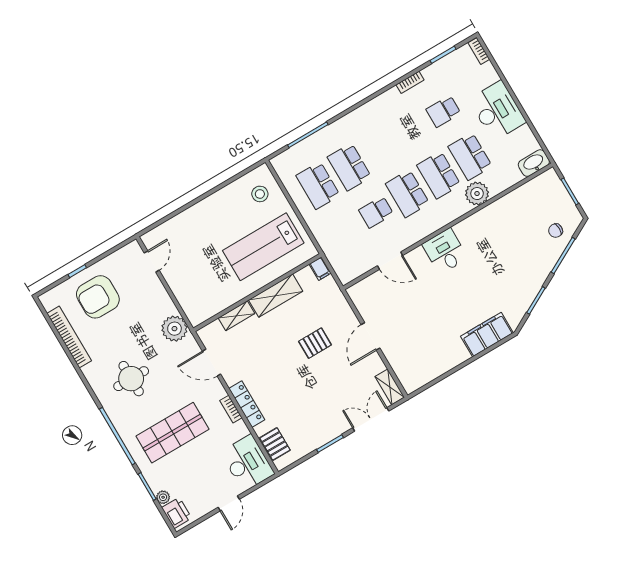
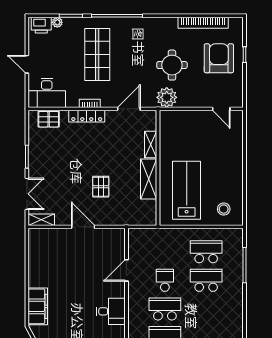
filing cabinet: (320, 269) -> (149, 220), removed
round table: (131, 379) -> (172, 65), moved

